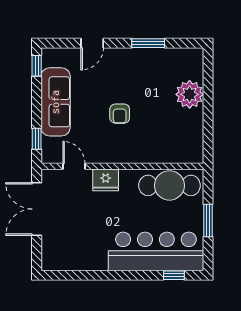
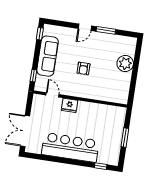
door: (92, 43) -> (85, 27), moved
cafe table: (169, 185) -> (106, 114), removed
double door: (37, 209) -> (25, 131), moved
bar counter: (156, 251) -> (70, 147), moved

